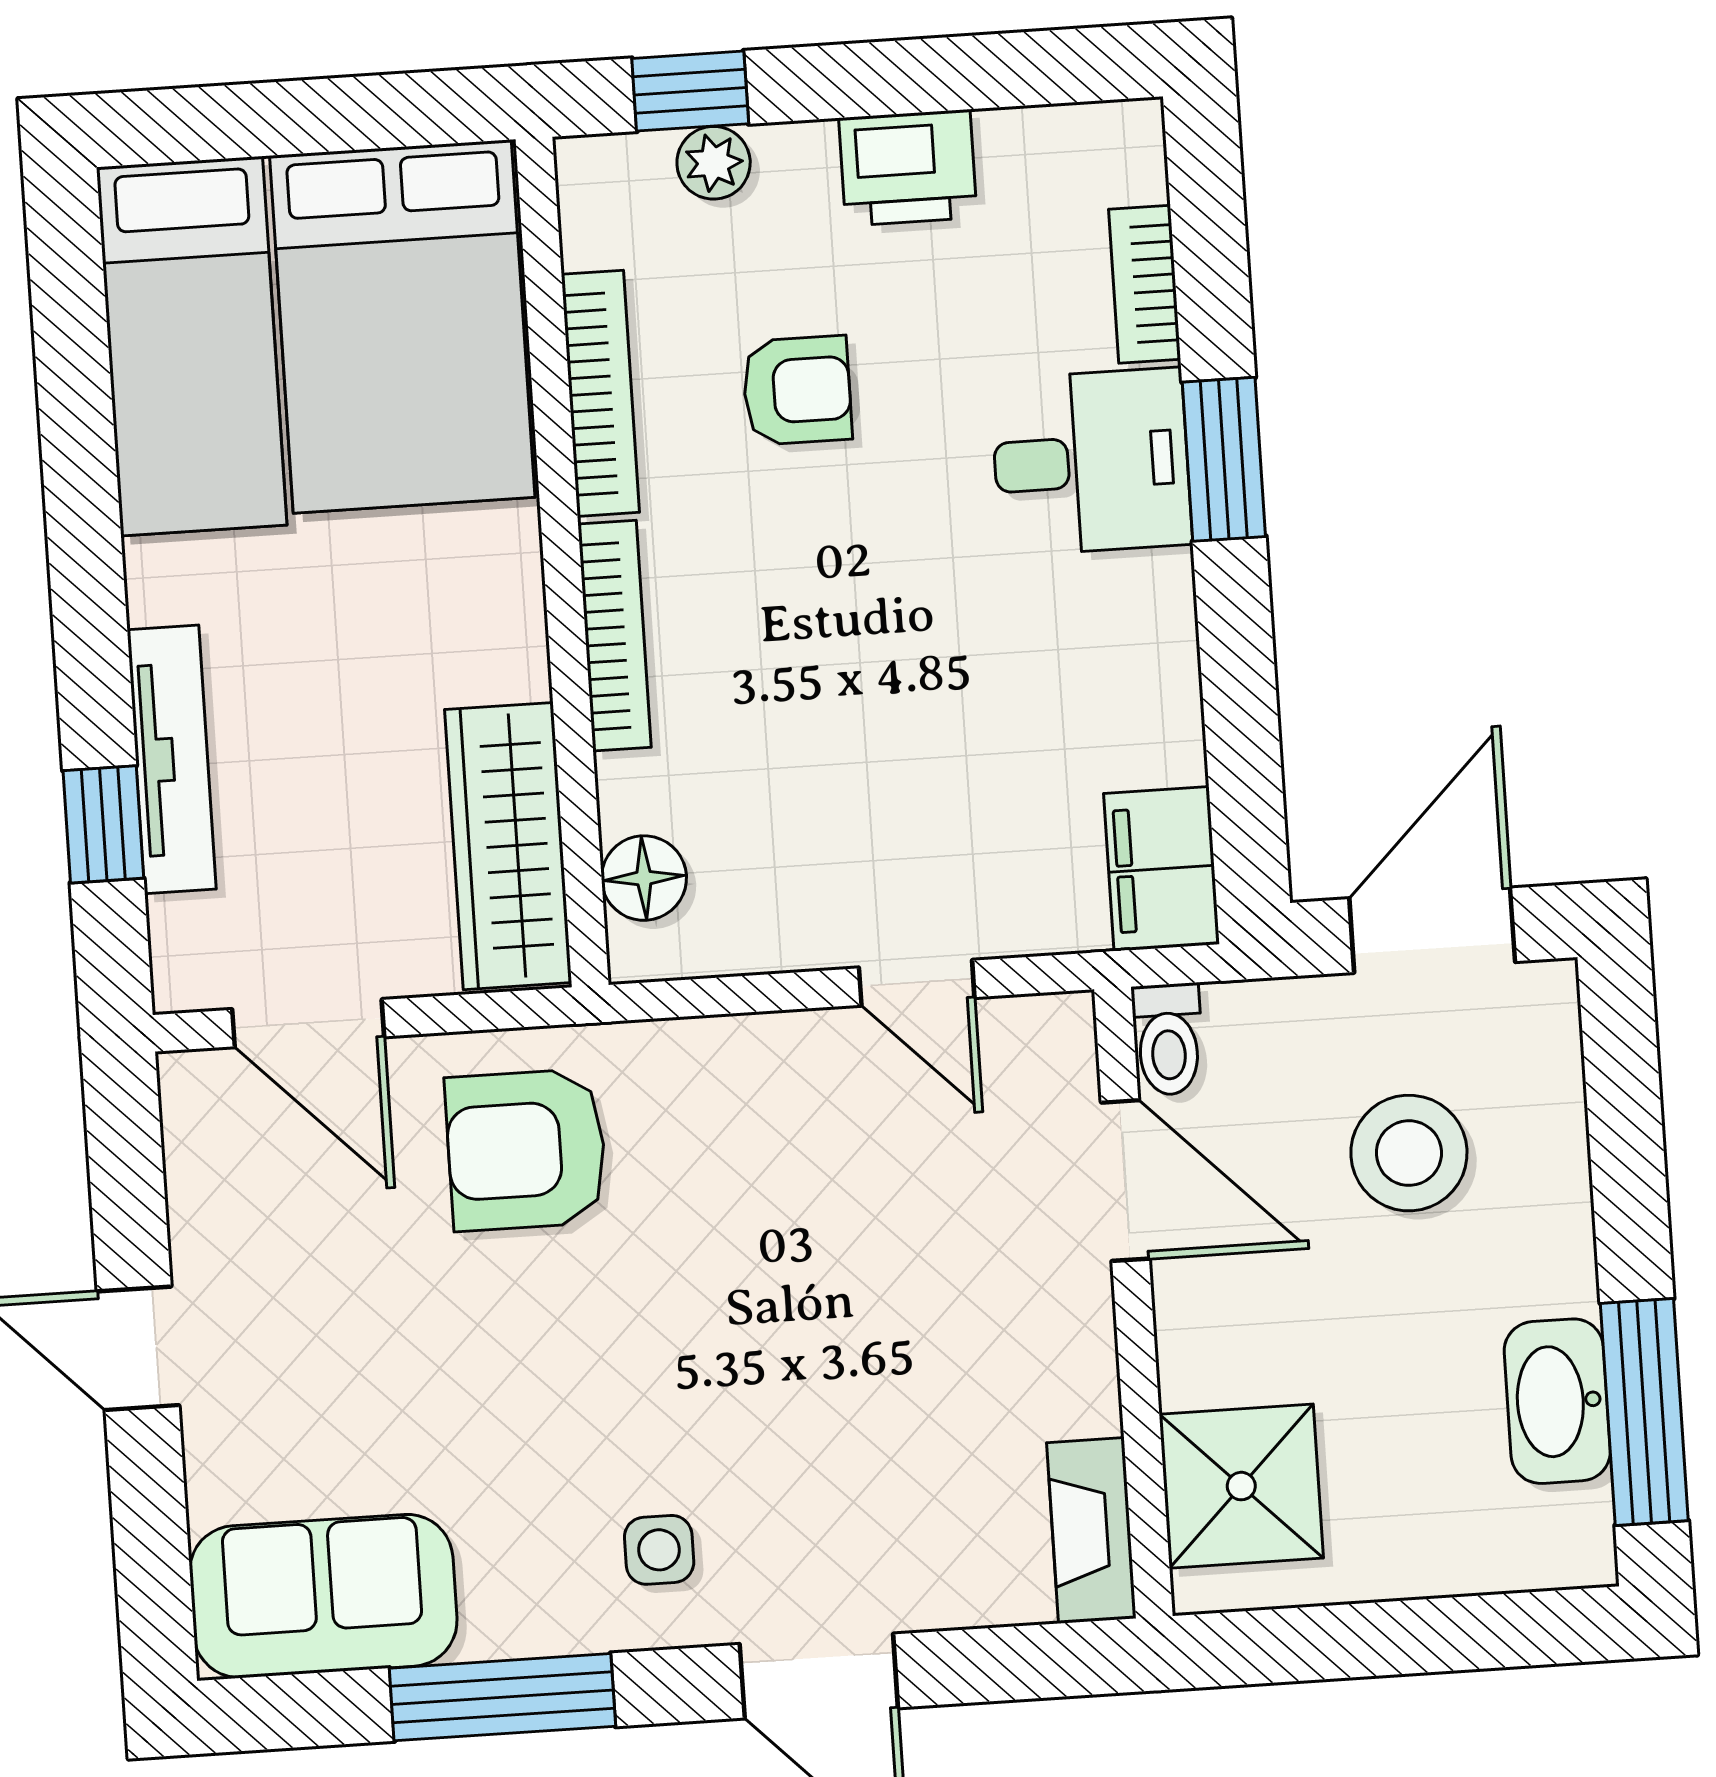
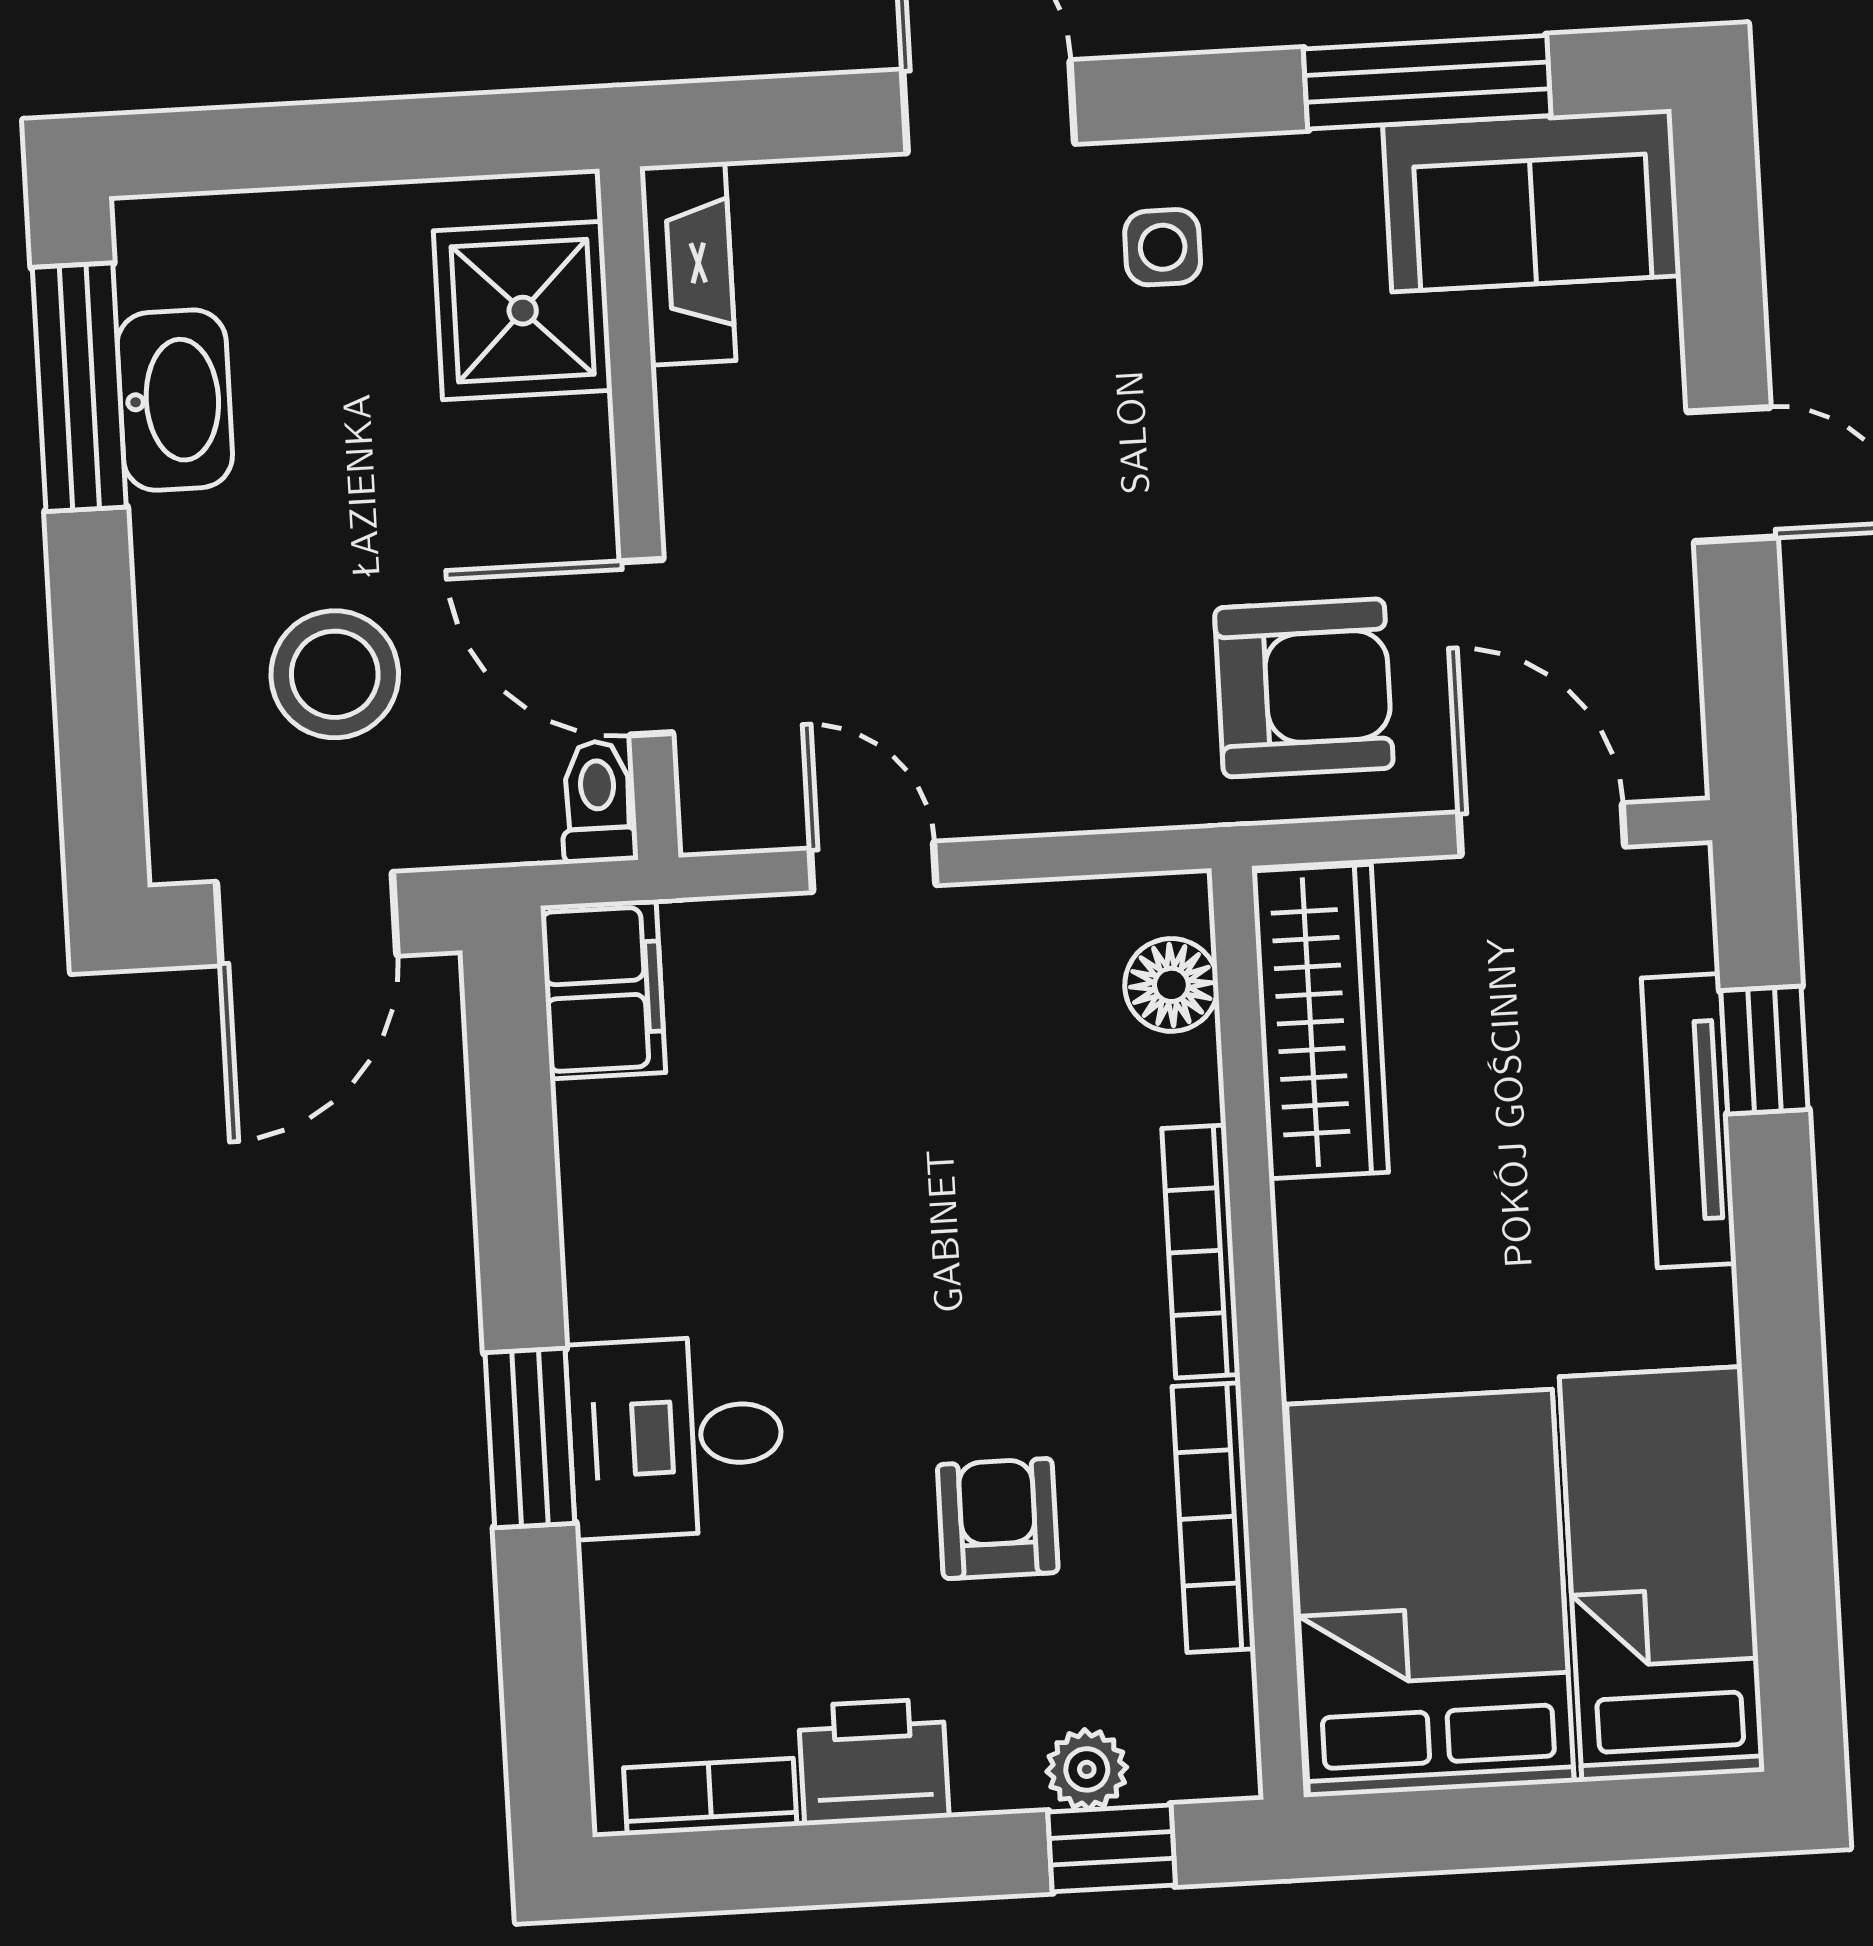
bookcase: (1145, 284) -> (710, 1797), moved, turned -90
armchair: (797, 390) -> (998, 1519), turned 90
window: (502, 1697) -> (1427, 82), moved

